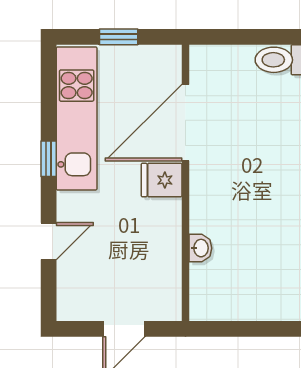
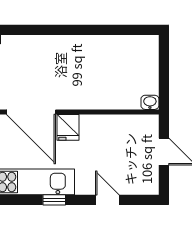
washbasin: (200, 248) -> (150, 102), moved

